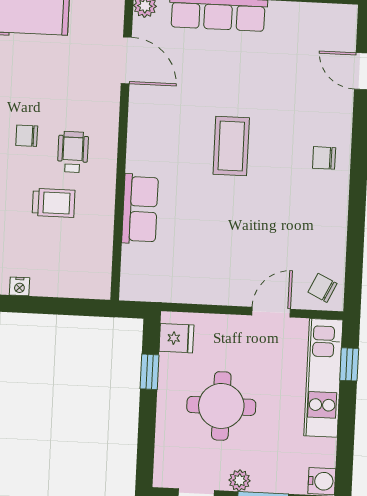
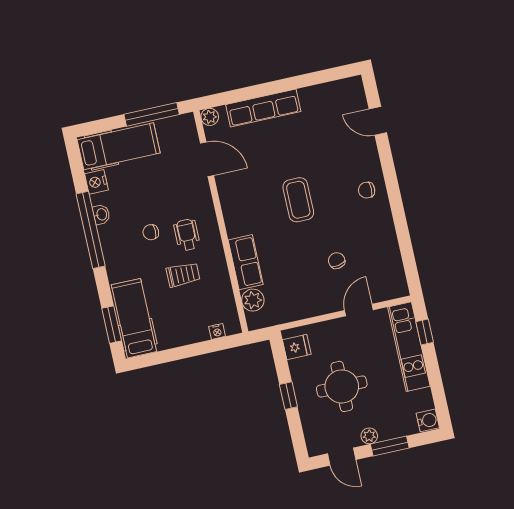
plant: (136, 261) -> (253, 300), added
nightstand: (20, 286) -> (217, 331), moved
chair: (322, 288) -> (337, 261), moved, turned 53
window: (149, 372) -> (288, 396), moved

